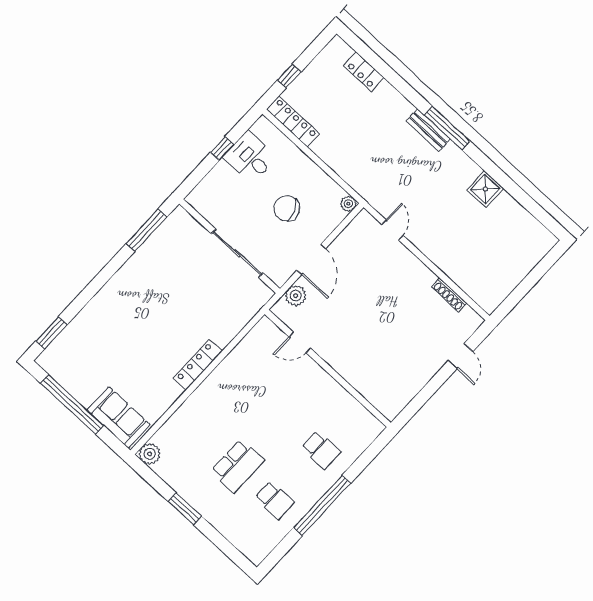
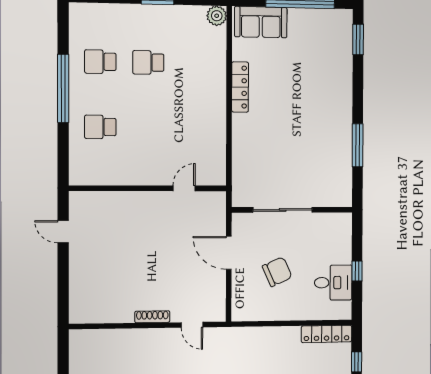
plant: (348, 204) -> (238, 314), removed
window: (146, 230) -> (358, 145), moved
shoe rack: (449, 295) -> (152, 317), moved
plant: (296, 296) -> (217, 218), removed
door: (460, 356) -> (63, 232), moved
locker: (198, 365) -> (240, 87), moved
school desk: (237, 466) -> (148, 62), width x0.54

